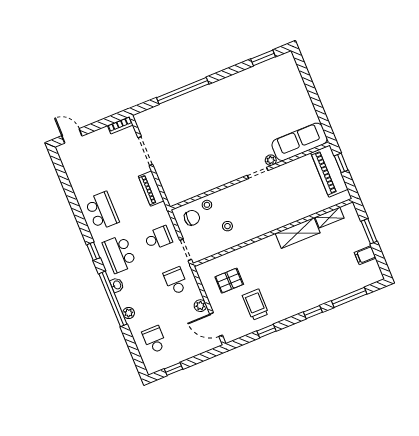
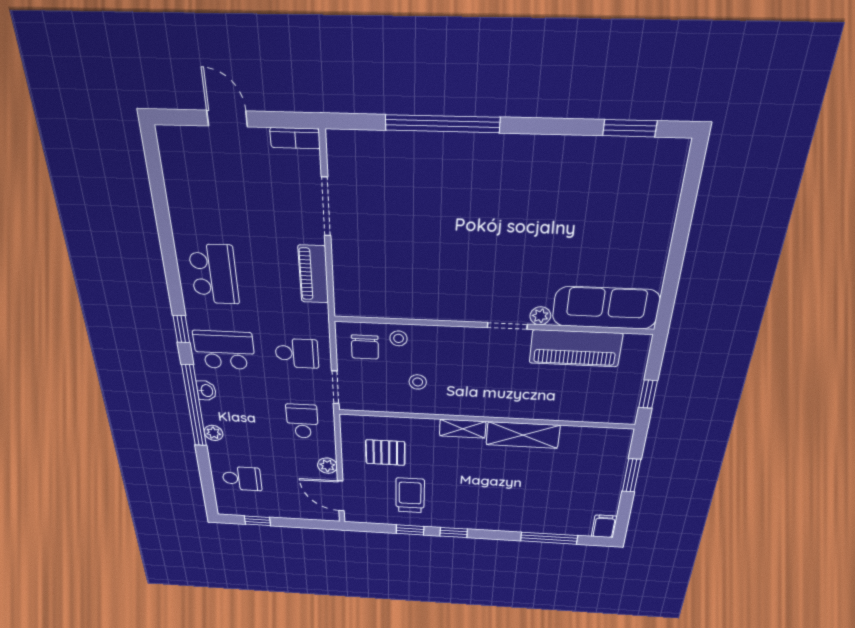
door: (72, 136) -> (227, 119), moved
window: (341, 163) -> (648, 394), moved
piano: (329, 171) -> (576, 348), moved, turned -90
chair: (192, 218) -> (365, 347), turned 90
shelving: (330, 218) -> (463, 429), moved
school desk: (119, 254) -> (224, 350), turned 90
filing cabinet: (365, 255) -> (604, 526), moved, turned 90
window: (313, 312) -> (454, 532), moved
school desk: (154, 340) -> (242, 479), turned 90

